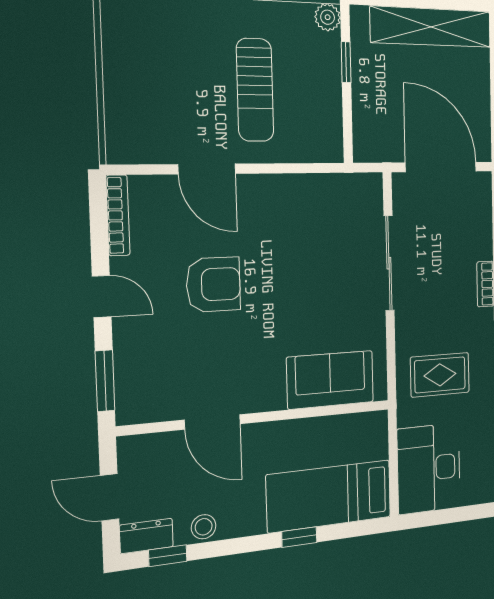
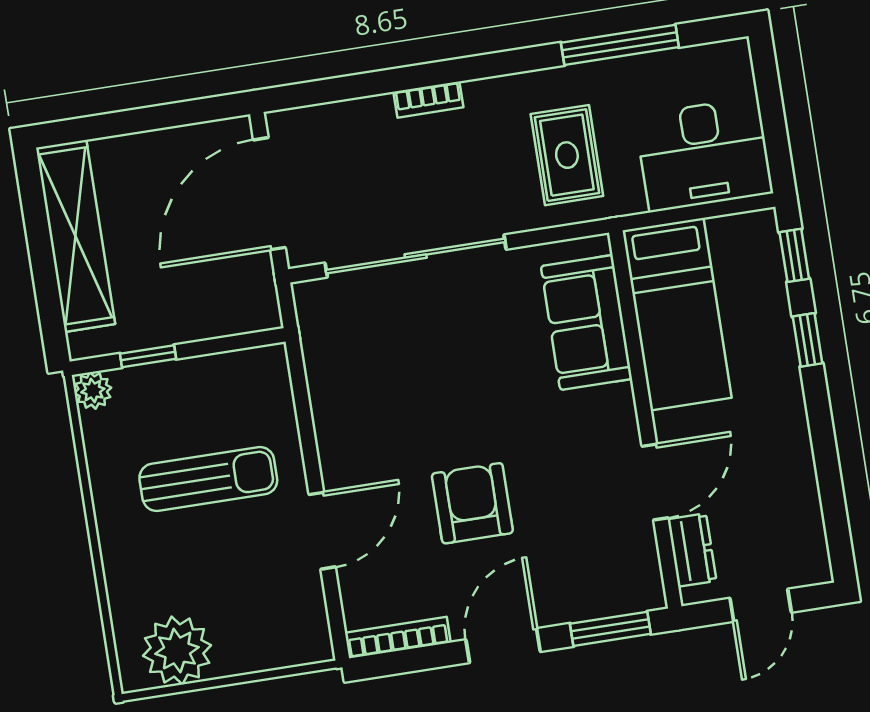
plant: (128, 42) -> (177, 651), added
sliding door: (389, 263) -> (416, 256), width x1.36
door: (102, 296) -> (503, 646), width x1.38
bed: (329, 496) -> (677, 314), moved
stool: (204, 527) -> (796, 477), removed
dresser: (146, 536) -> (692, 550), moved, turned 180
window: (168, 556) -> (794, 255), moved

